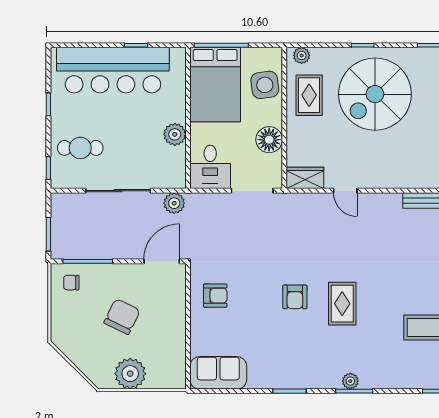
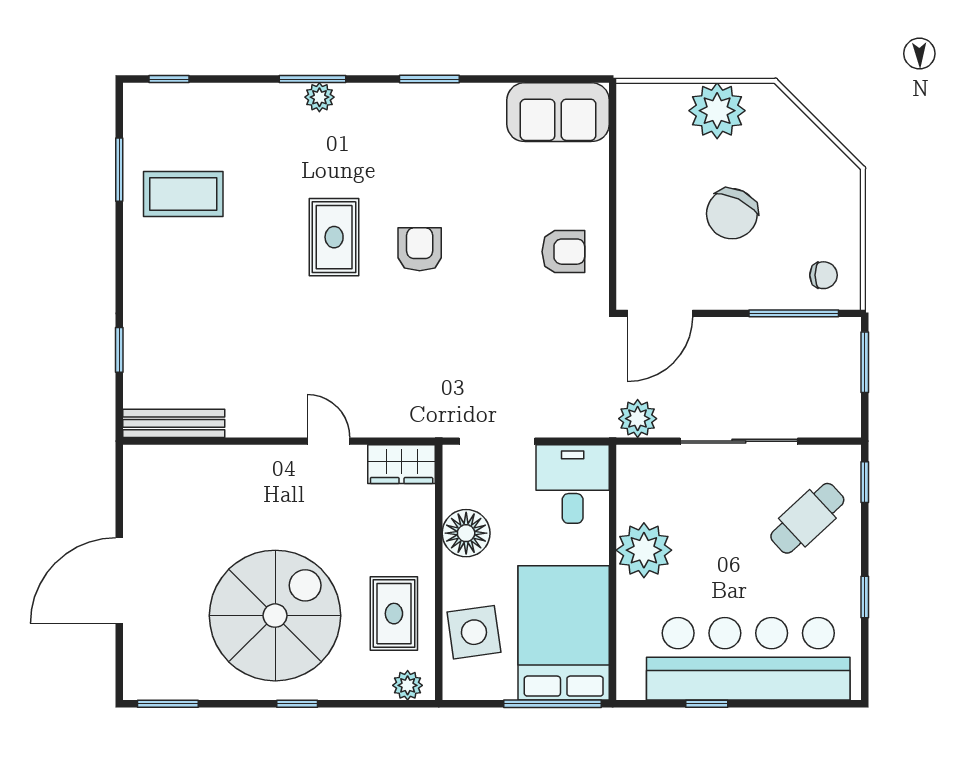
plant: (175, 134) -> (644, 550), width x1.36, depth x1.36
cafe table: (80, 148) -> (807, 518), turned -43
armchair: (215, 296) -> (563, 252), turned 180

